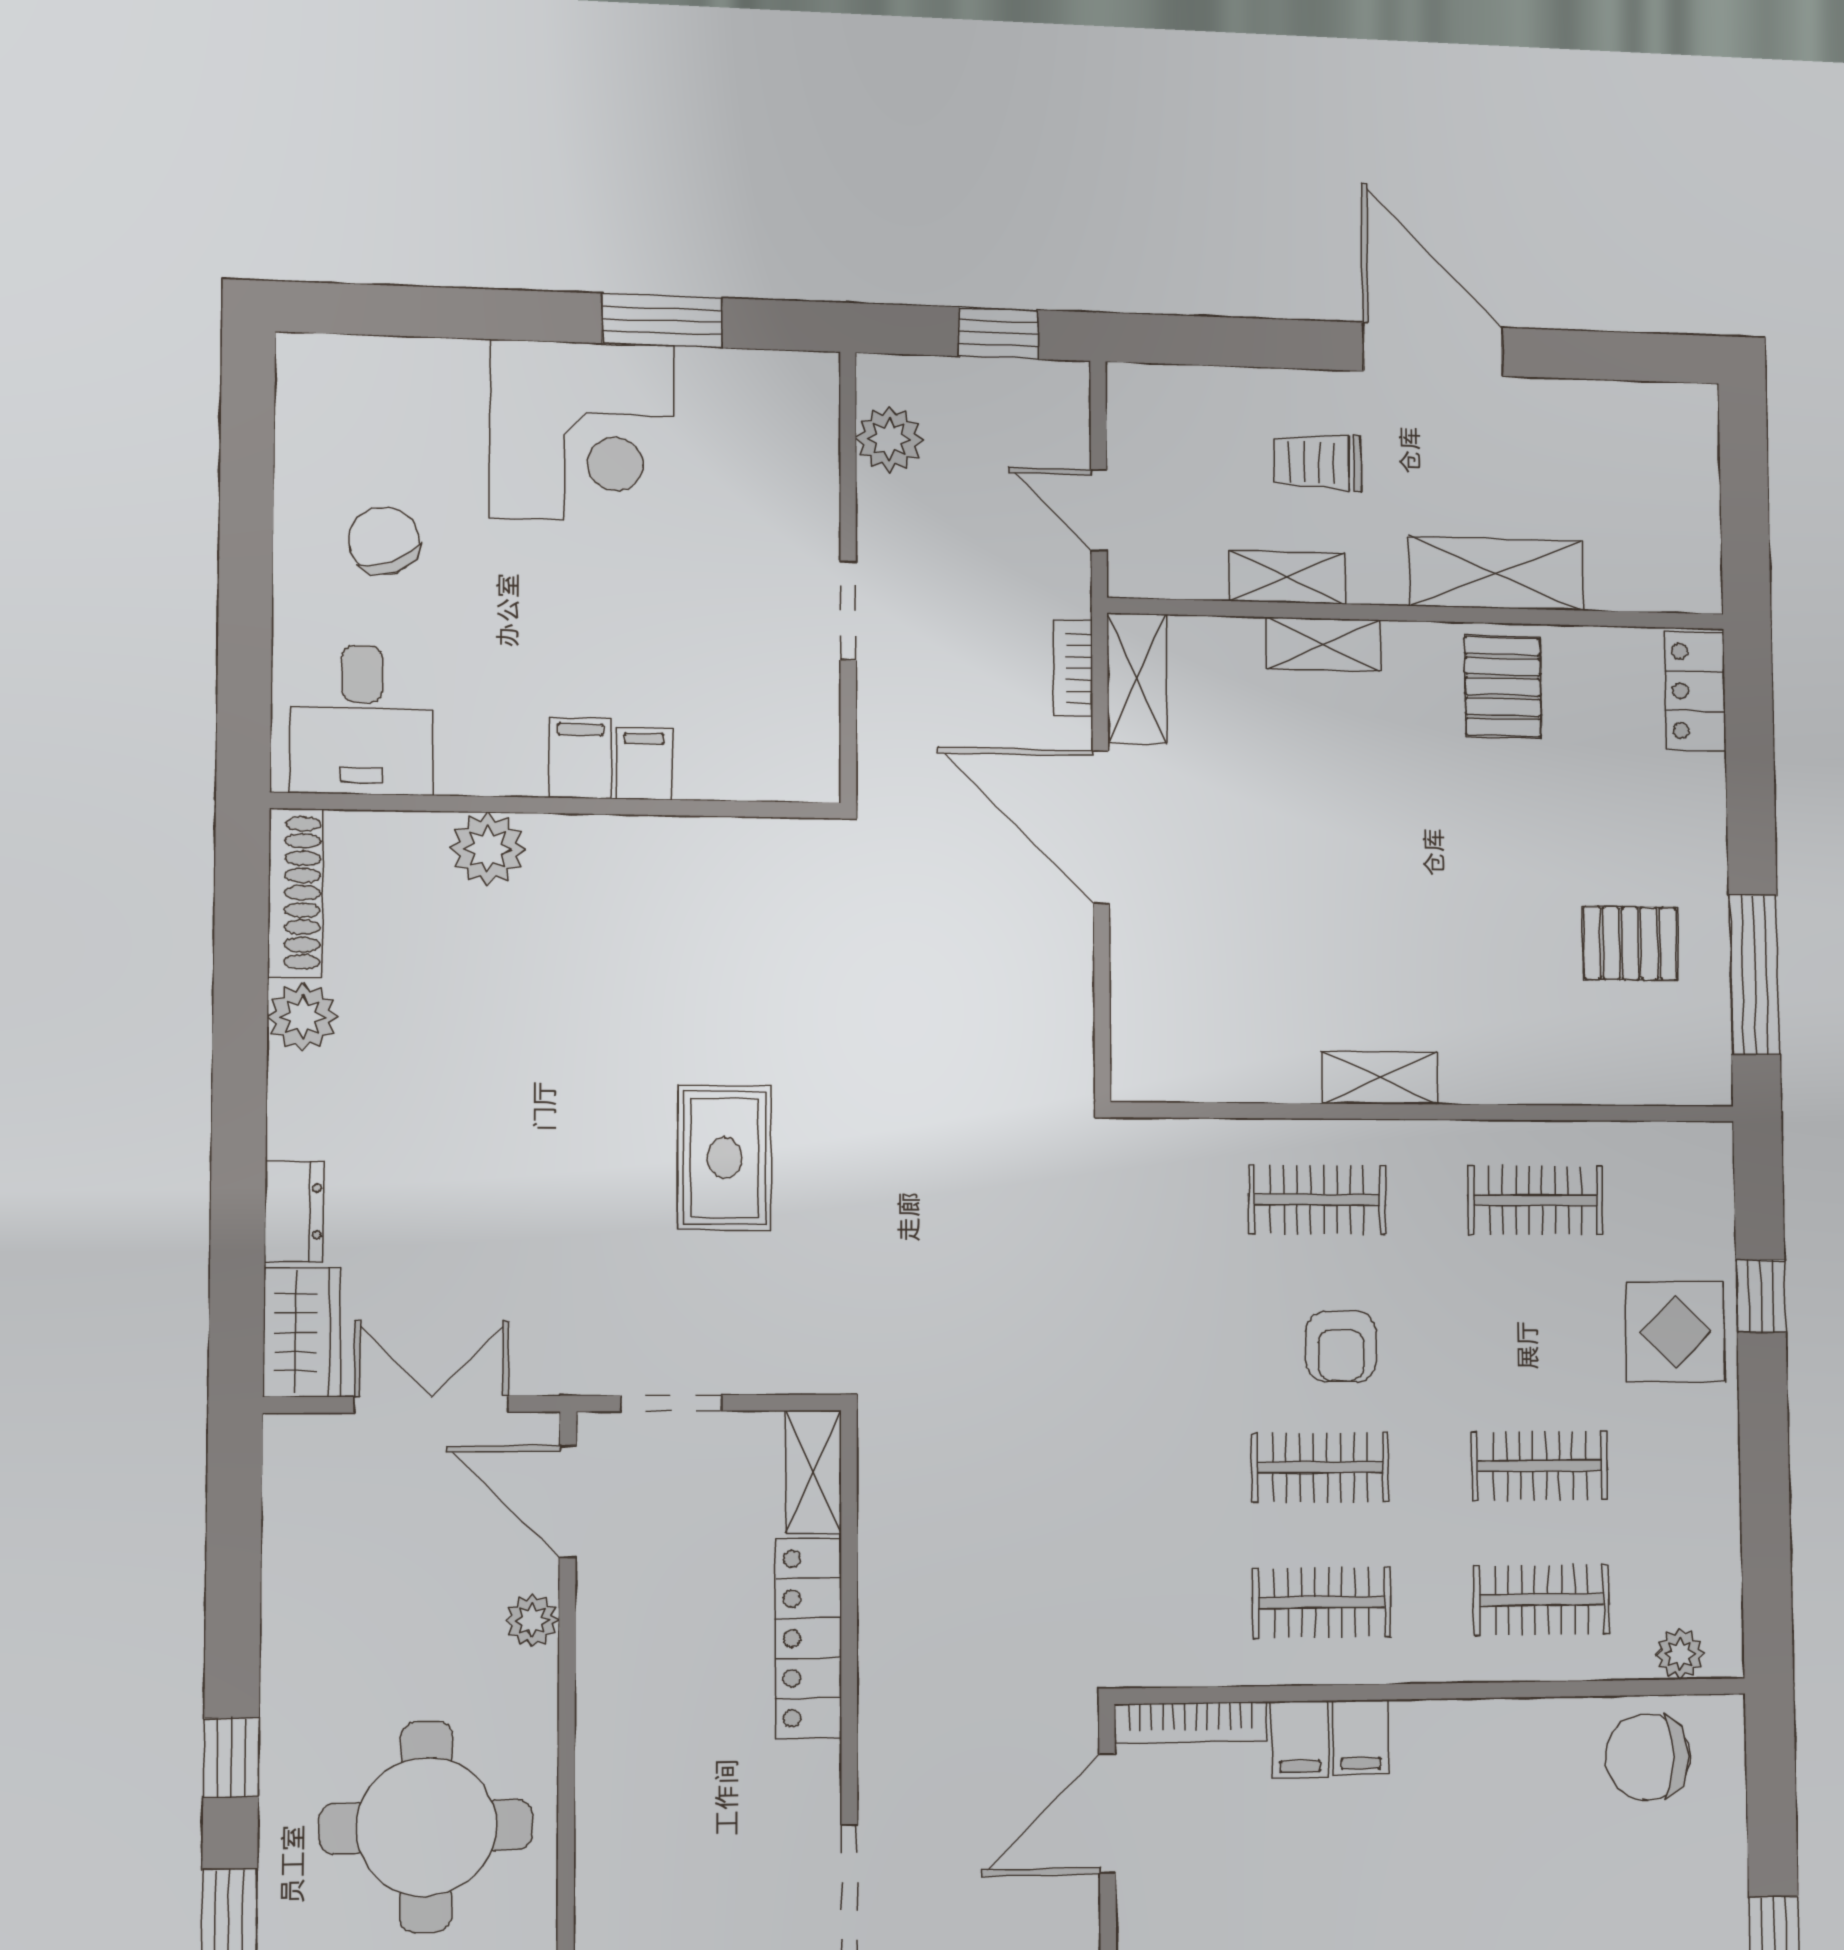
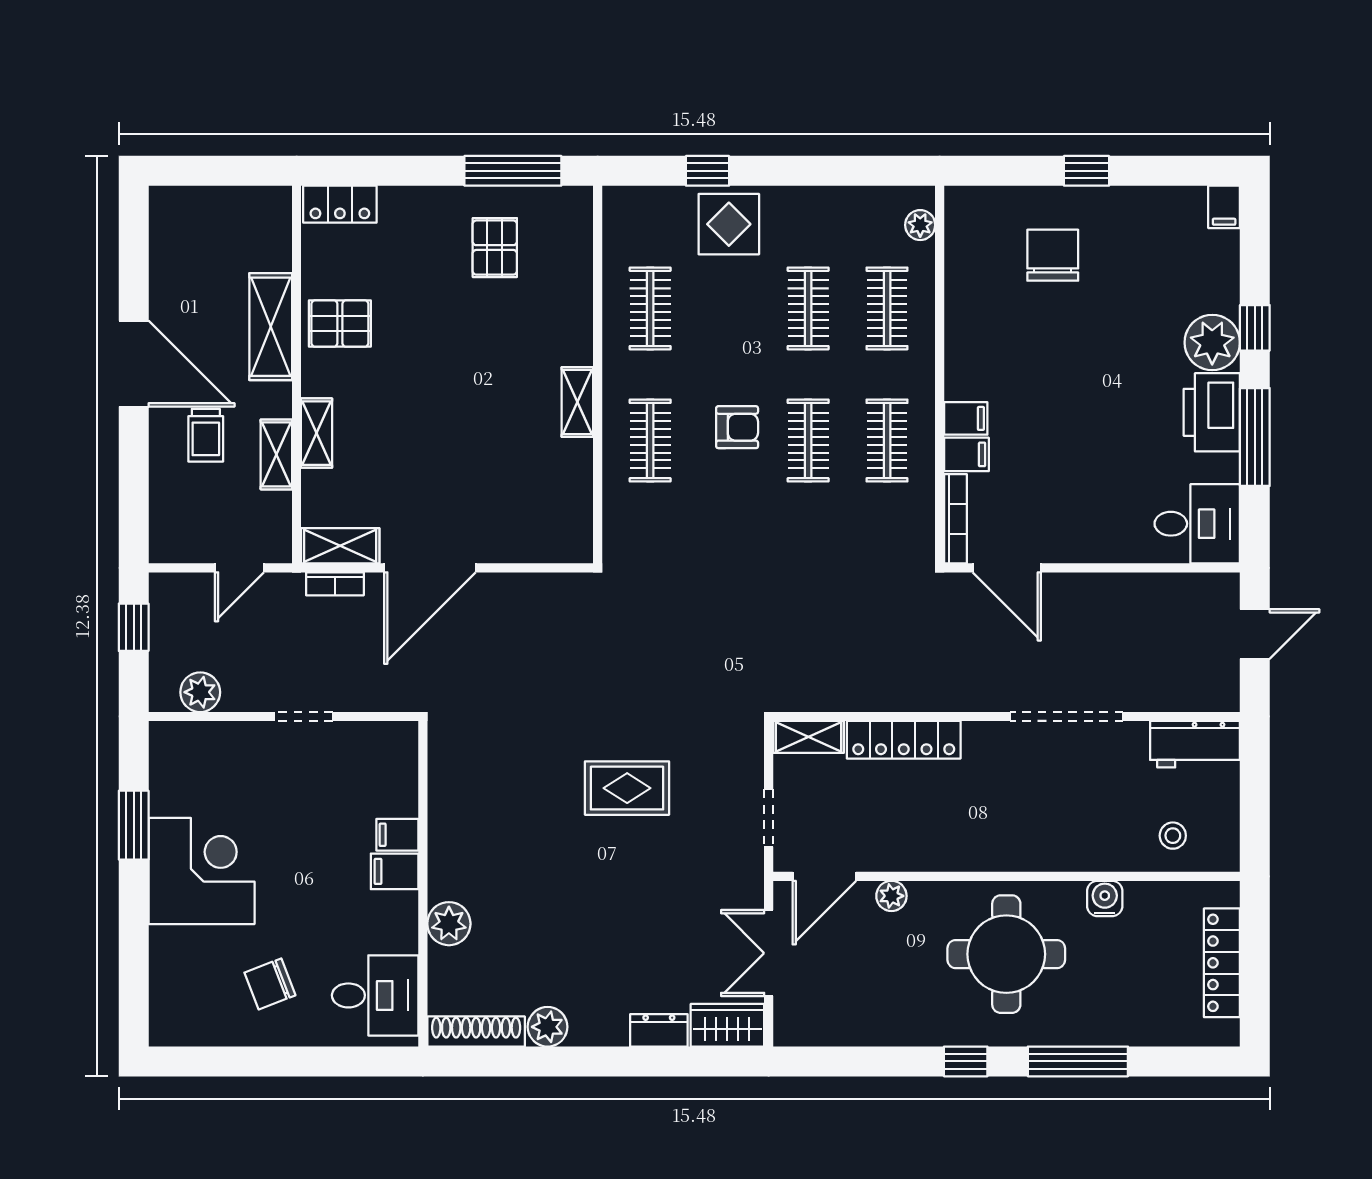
door: (1433, 349) -> (134, 364), swing flipped
chair: (1647, 1757) -> (1053, 255), moved, turned 180

